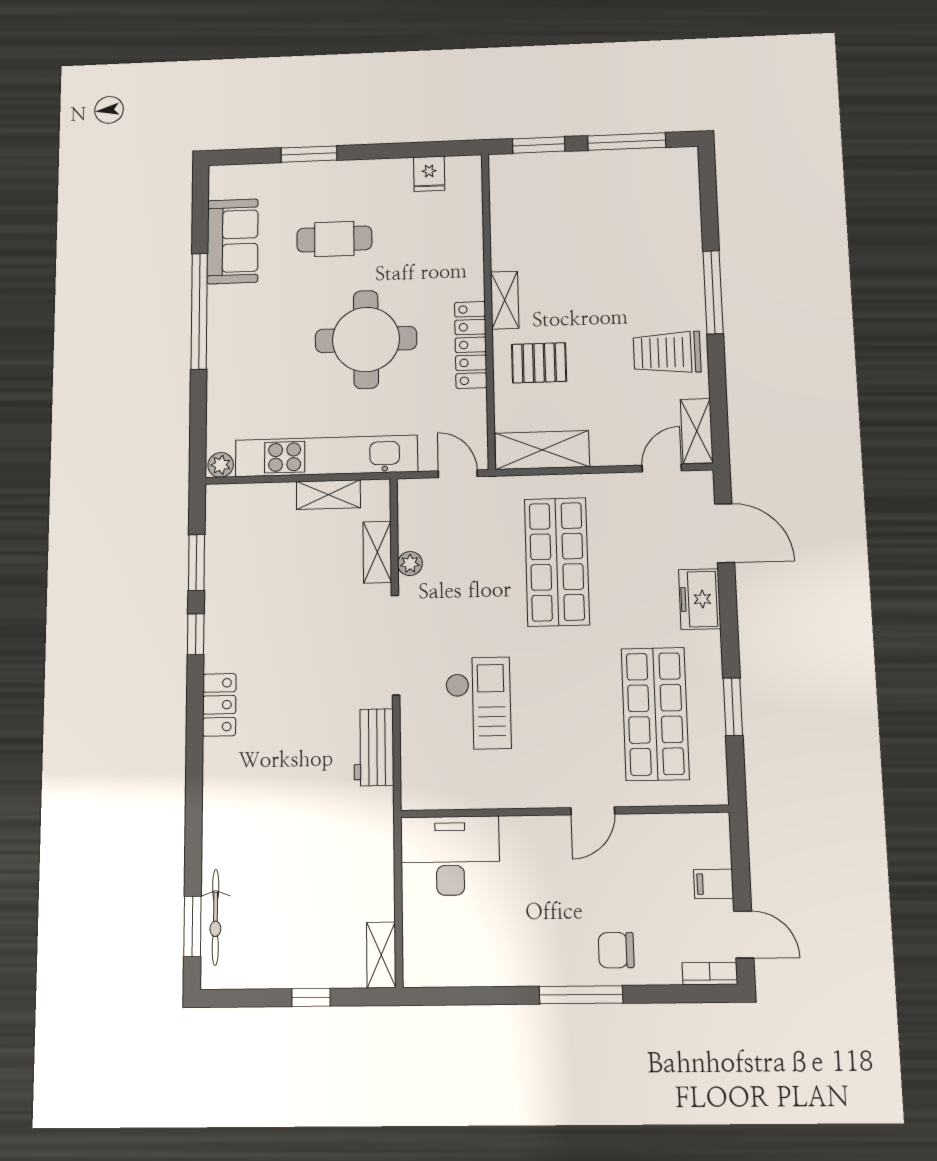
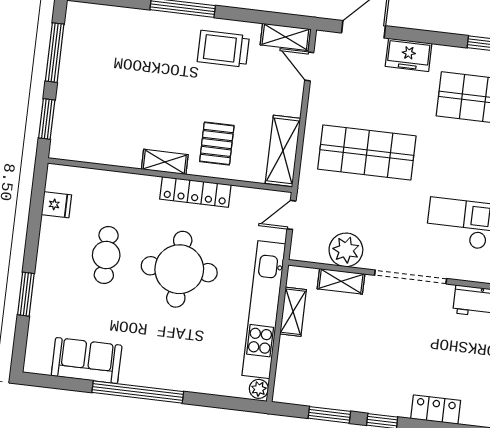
cafe table: (334, 239) -> (106, 255), moved
trolley: (667, 352) -> (223, 49), turned 90
plant: (410, 564) -> (346, 250), width x1.87, depth x1.87

